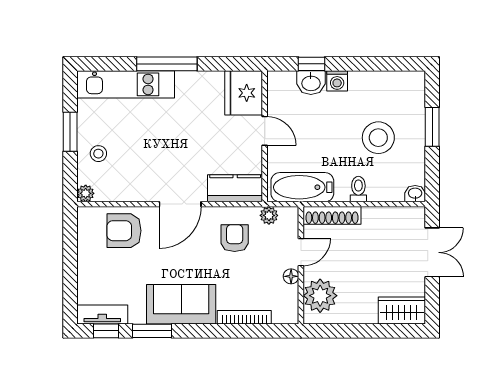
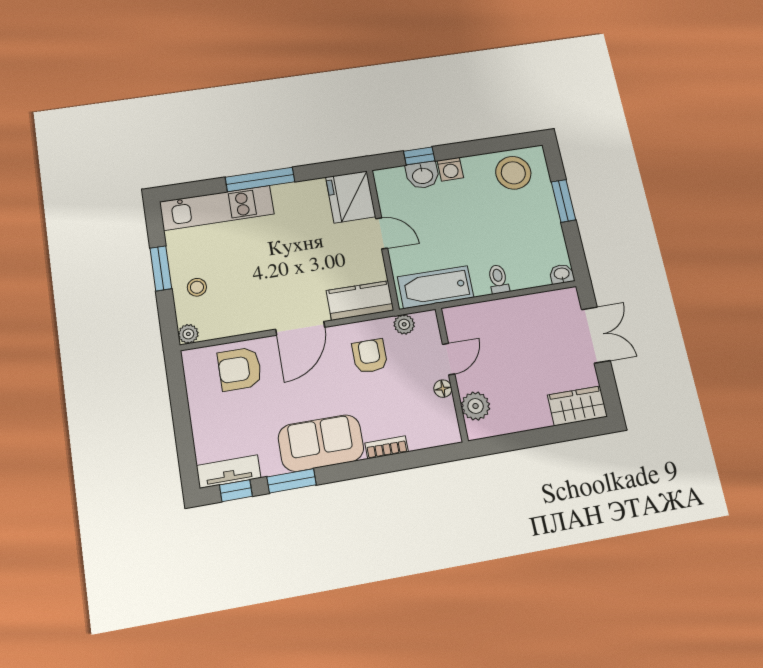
stool: (378, 138) -> (513, 173), moved
shoe rack: (332, 215) -> (475, 313), removed
plant: (320, 296) -> (476, 406), width x0.73, depth x0.73
bookcase: (244, 317) -> (387, 447), width x0.64

